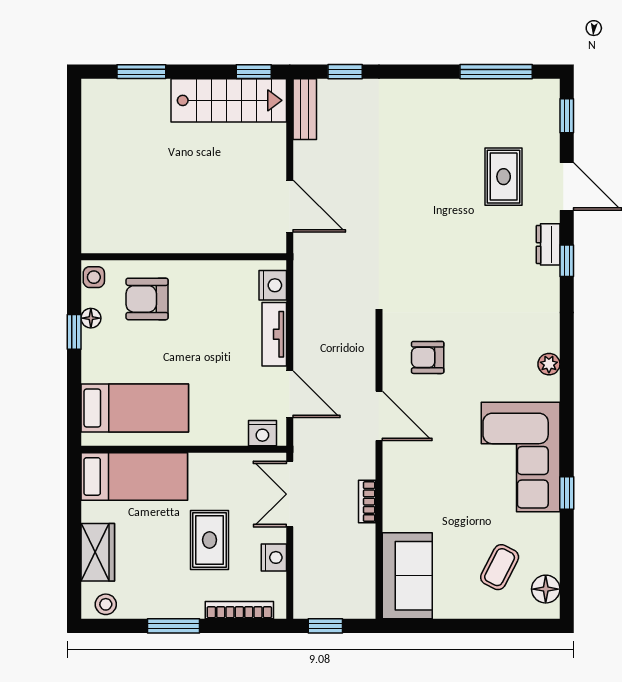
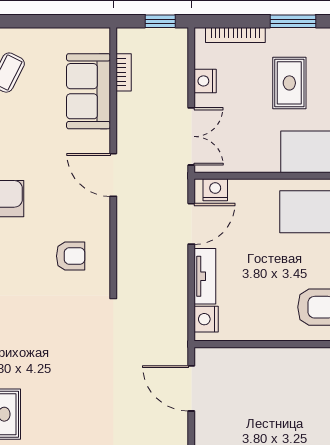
door: (290, 394) -> (191, 224), swing flipped
door: (379, 416) -> (113, 175), moved
bookcase: (367, 502) -> (124, 72), moved
rug: (210, 540) -> (289, 83), moved
sofa: (407, 576) -> (88, 91), moved

